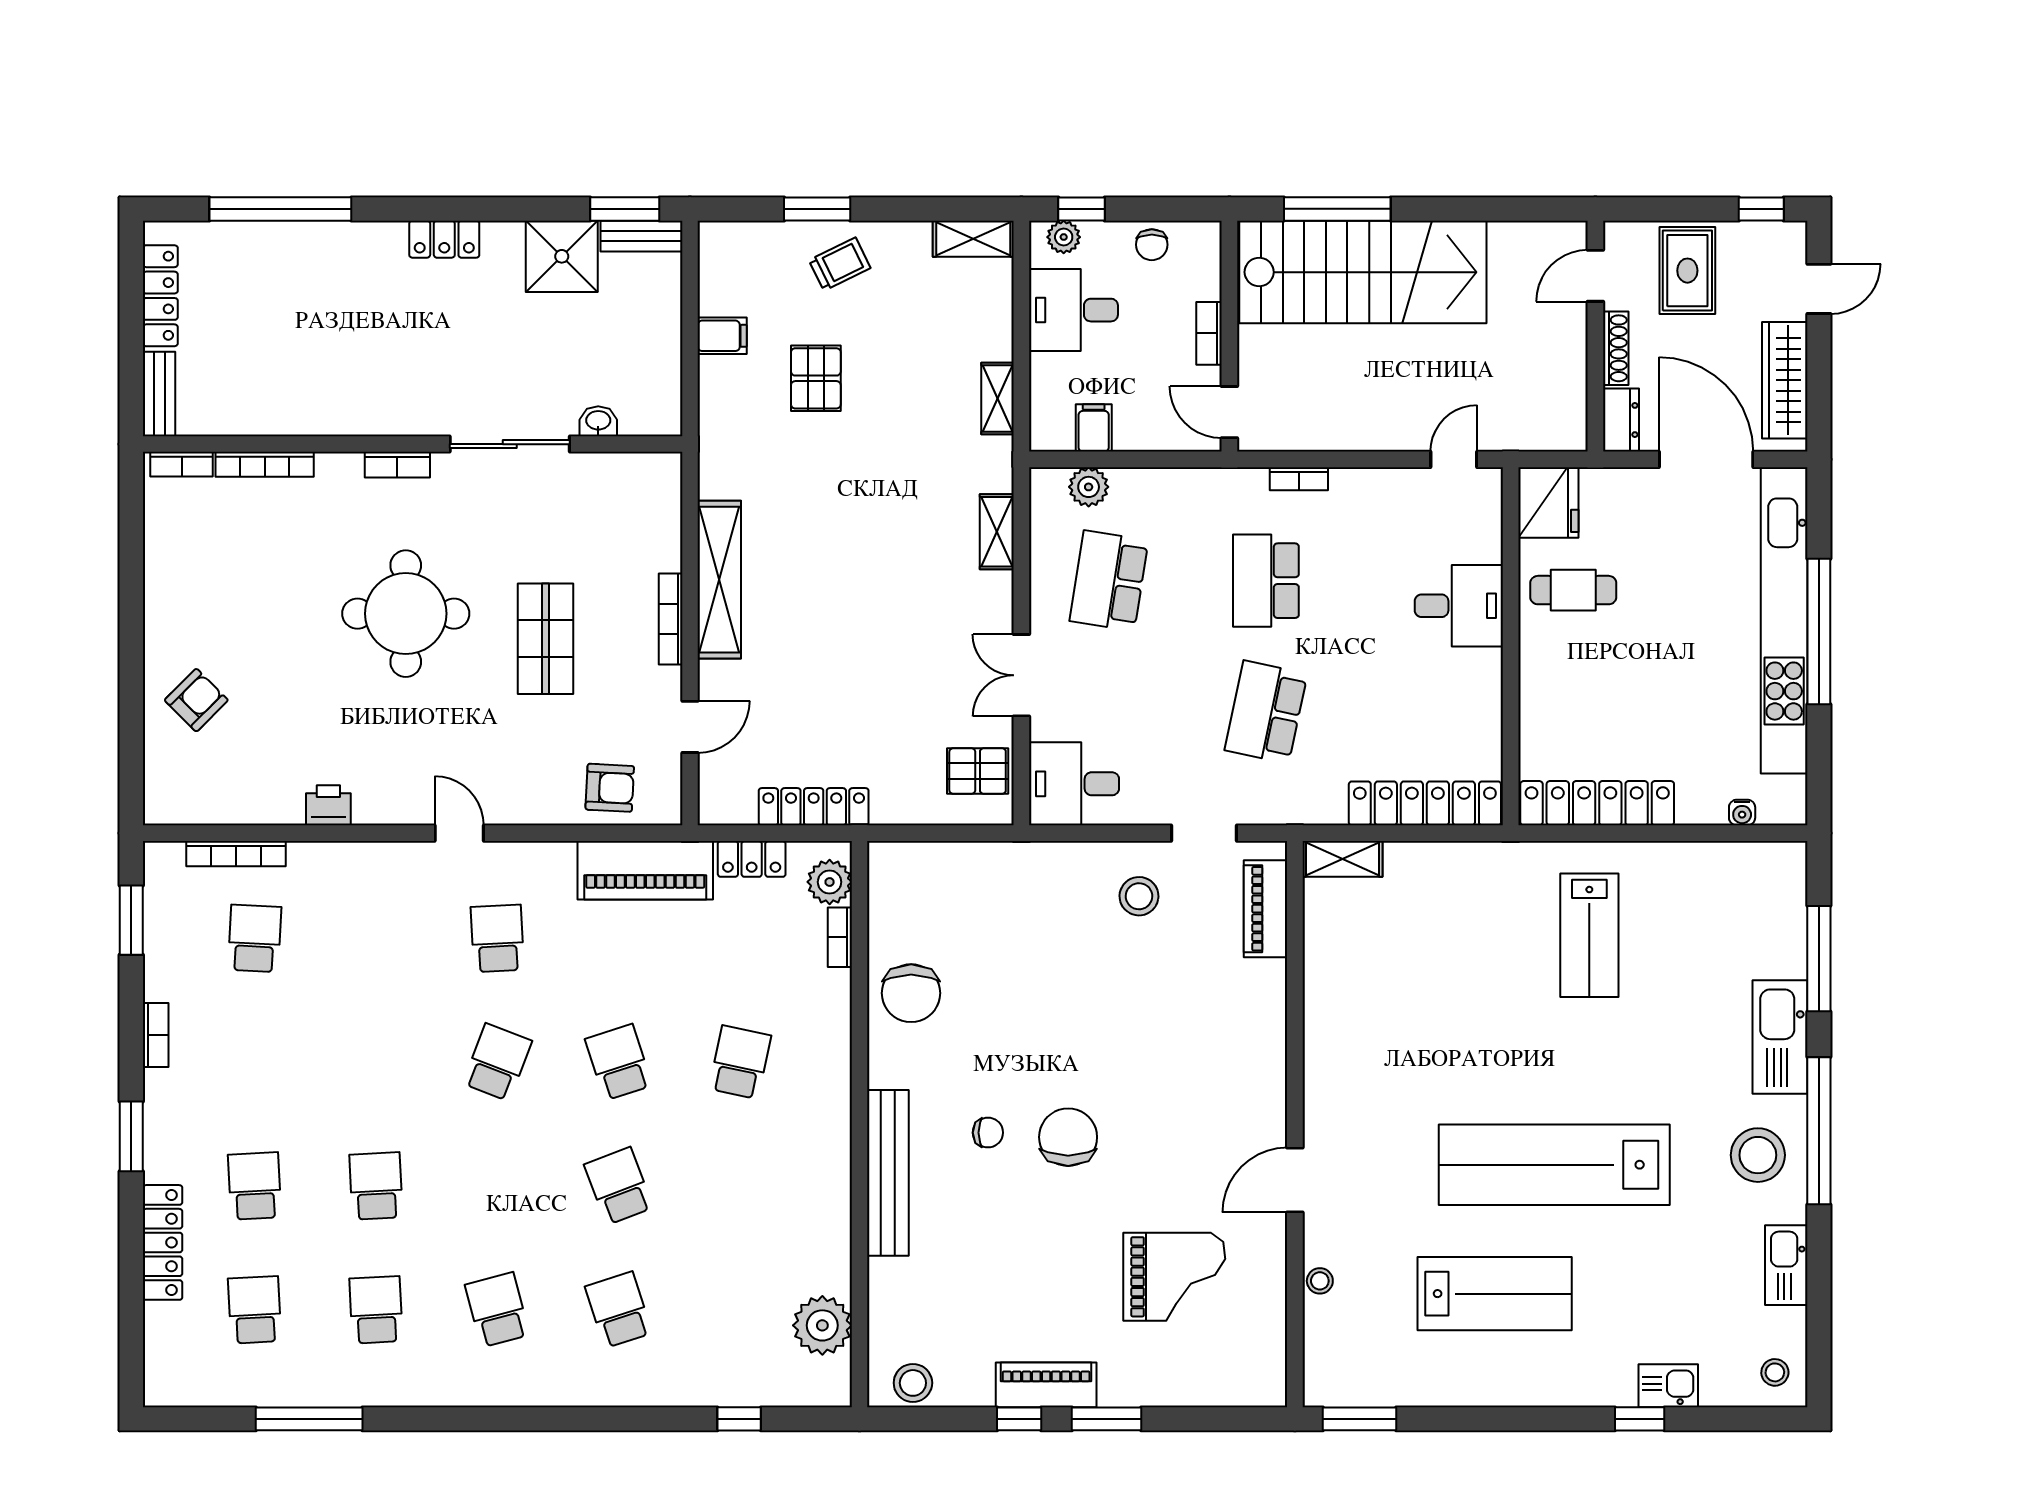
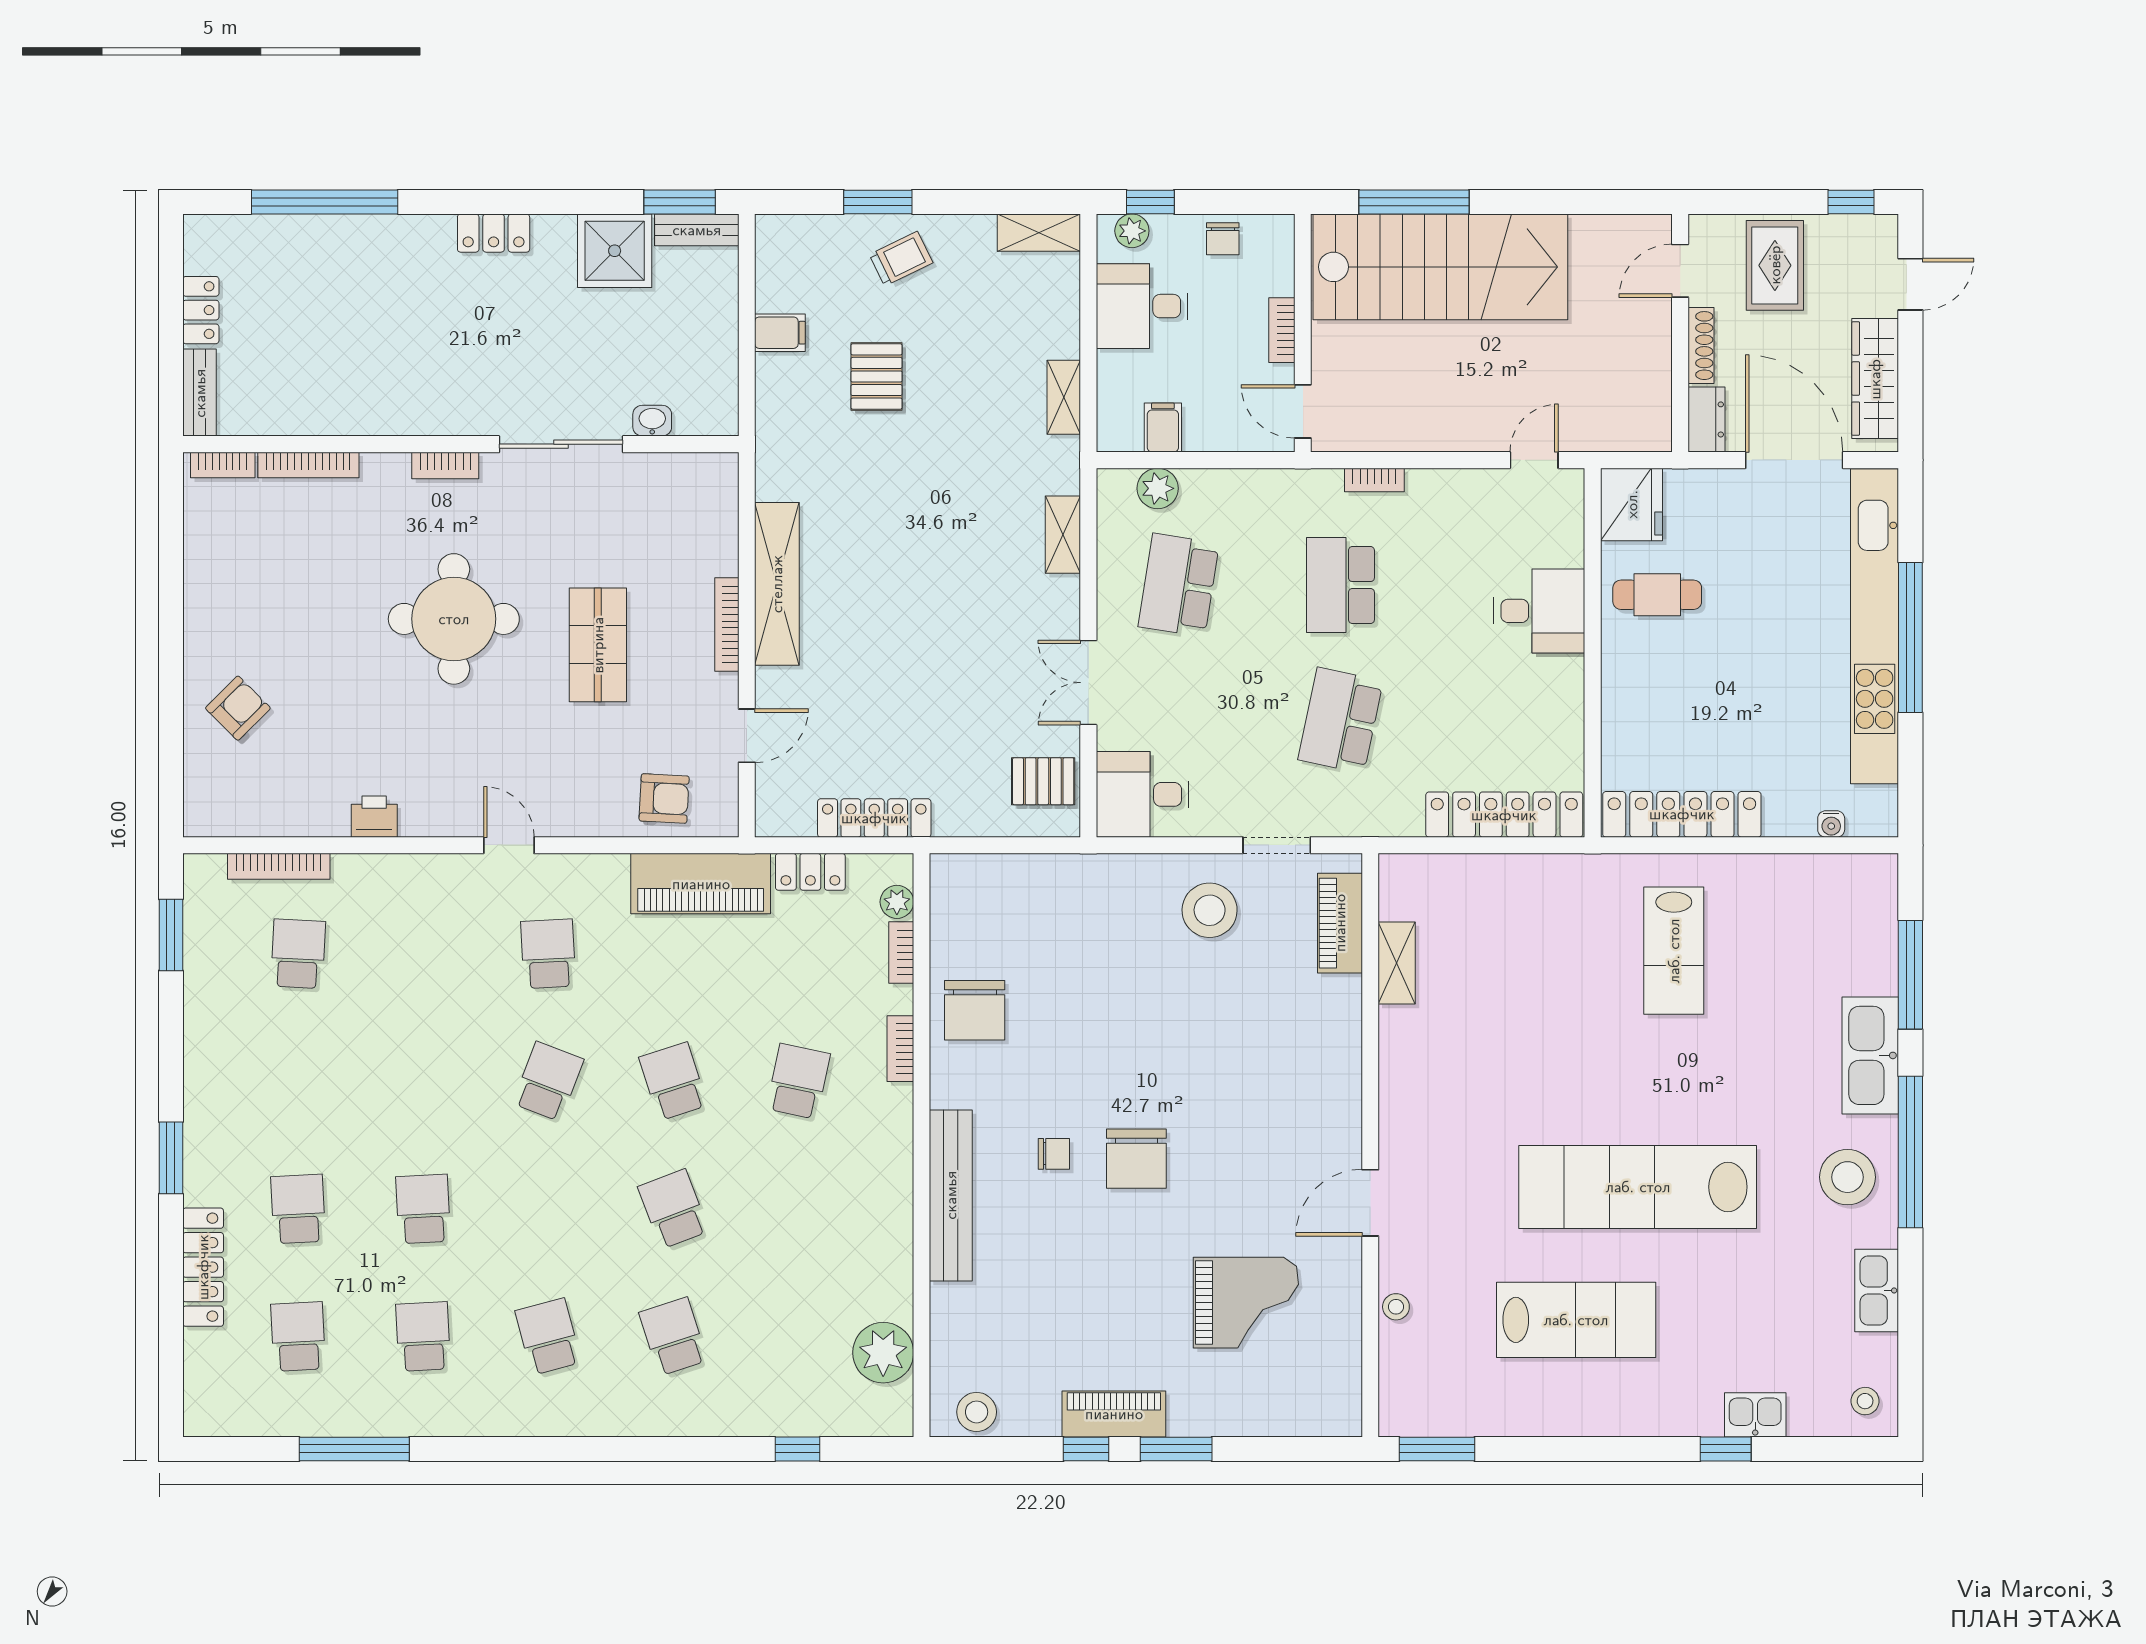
locker: (160, 296) -> (201, 310), width x0.66
shelving: (1342, 859) -> (1397, 963), moved, turned 90
plant: (830, 882) -> (897, 902), width x0.73, depth x0.73
stool: (1139, 896) -> (1210, 910), width x1.38, depth x1.38
bookcase: (156, 1035) -> (900, 1049), moved, turned 180
chair: (1068, 1137) -> (1136, 1159), turned 180

